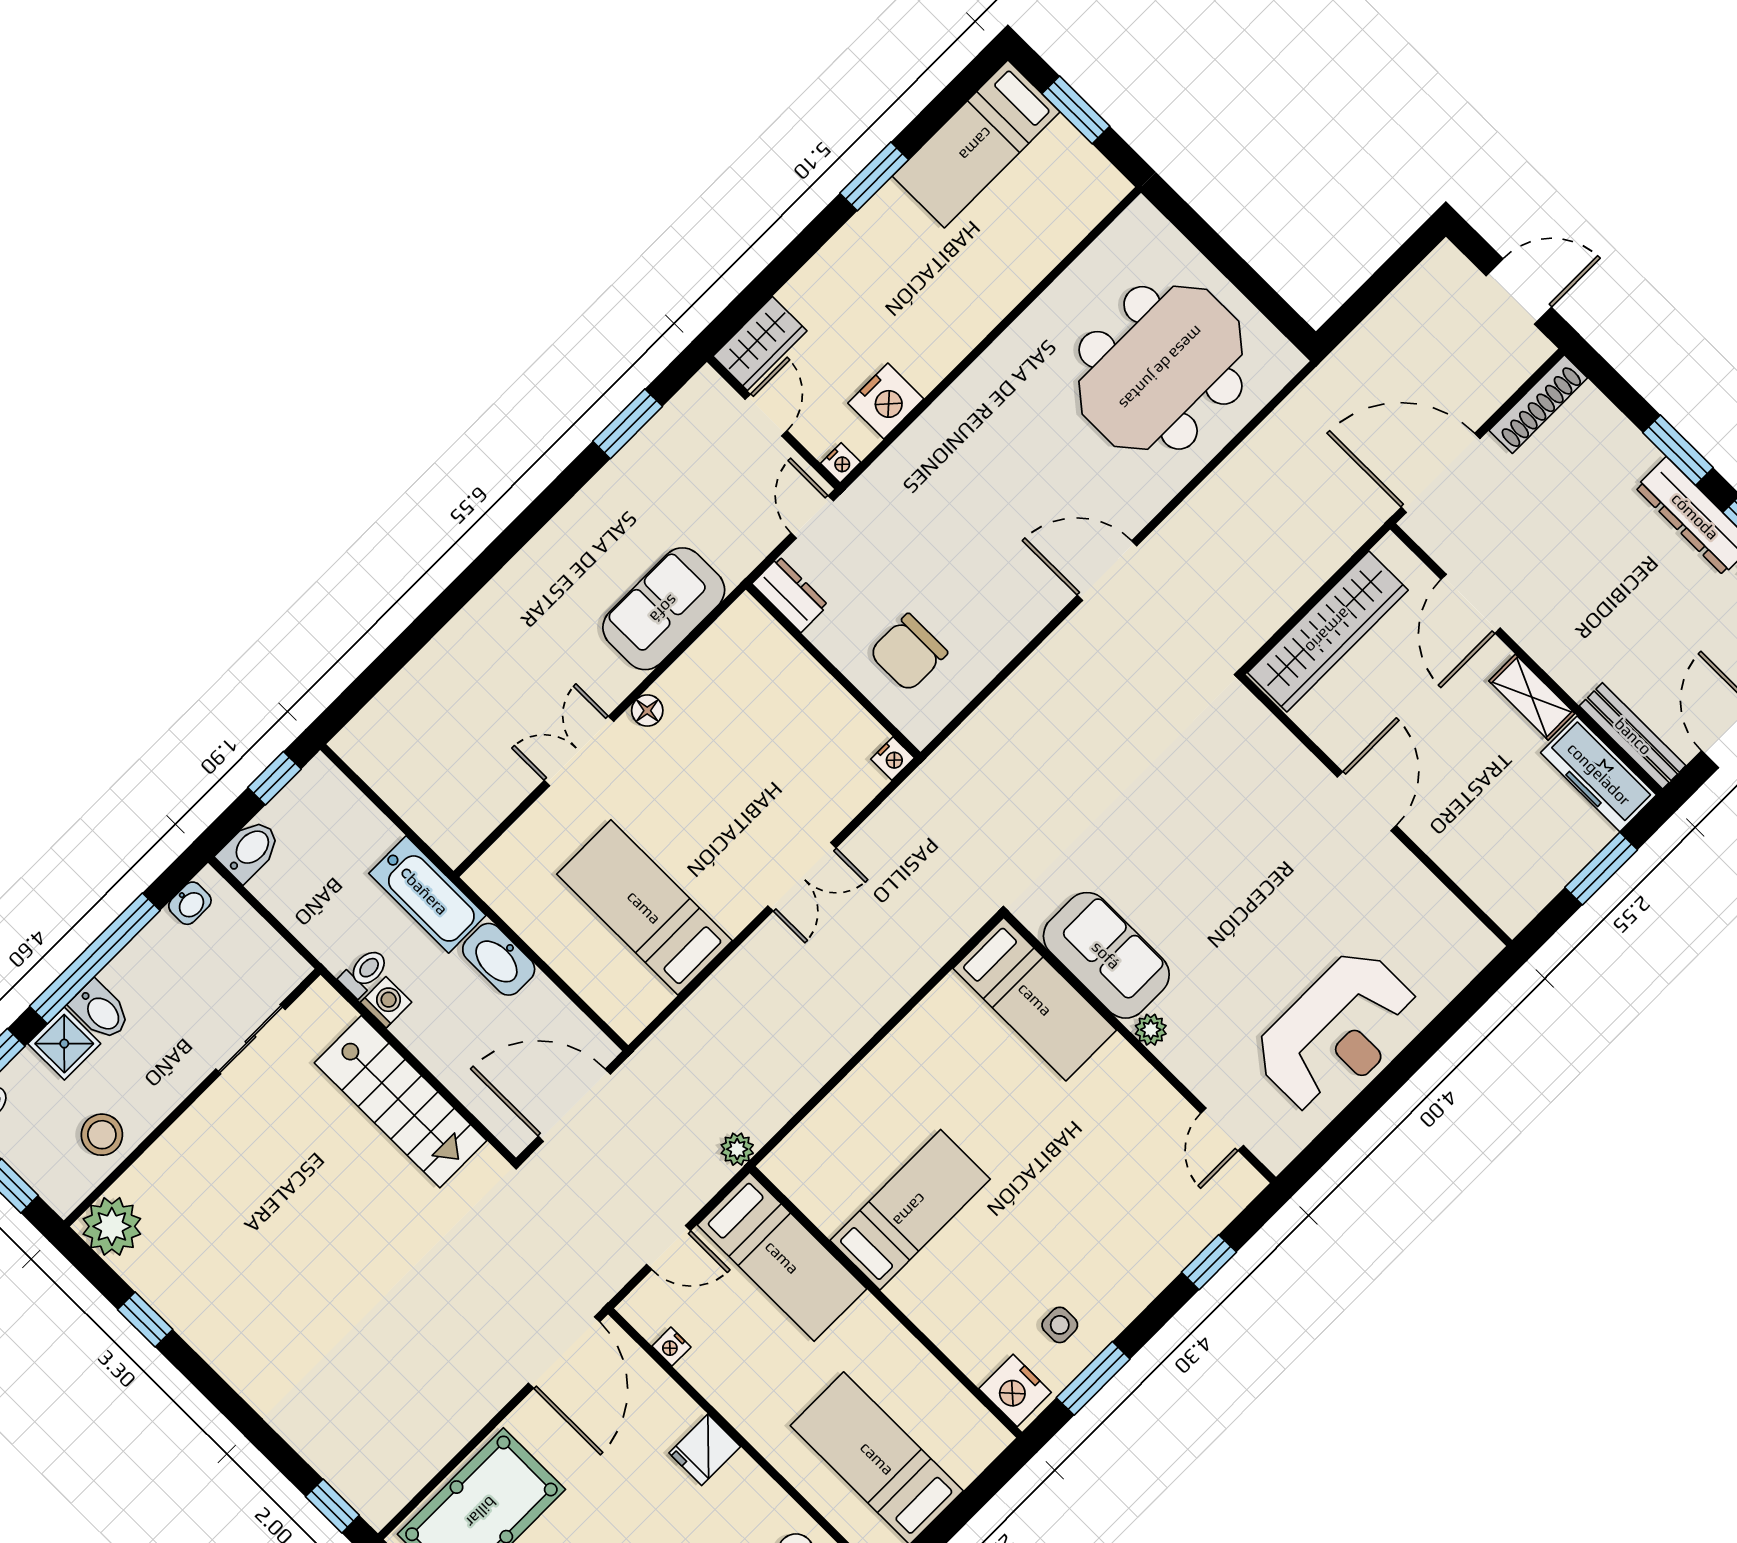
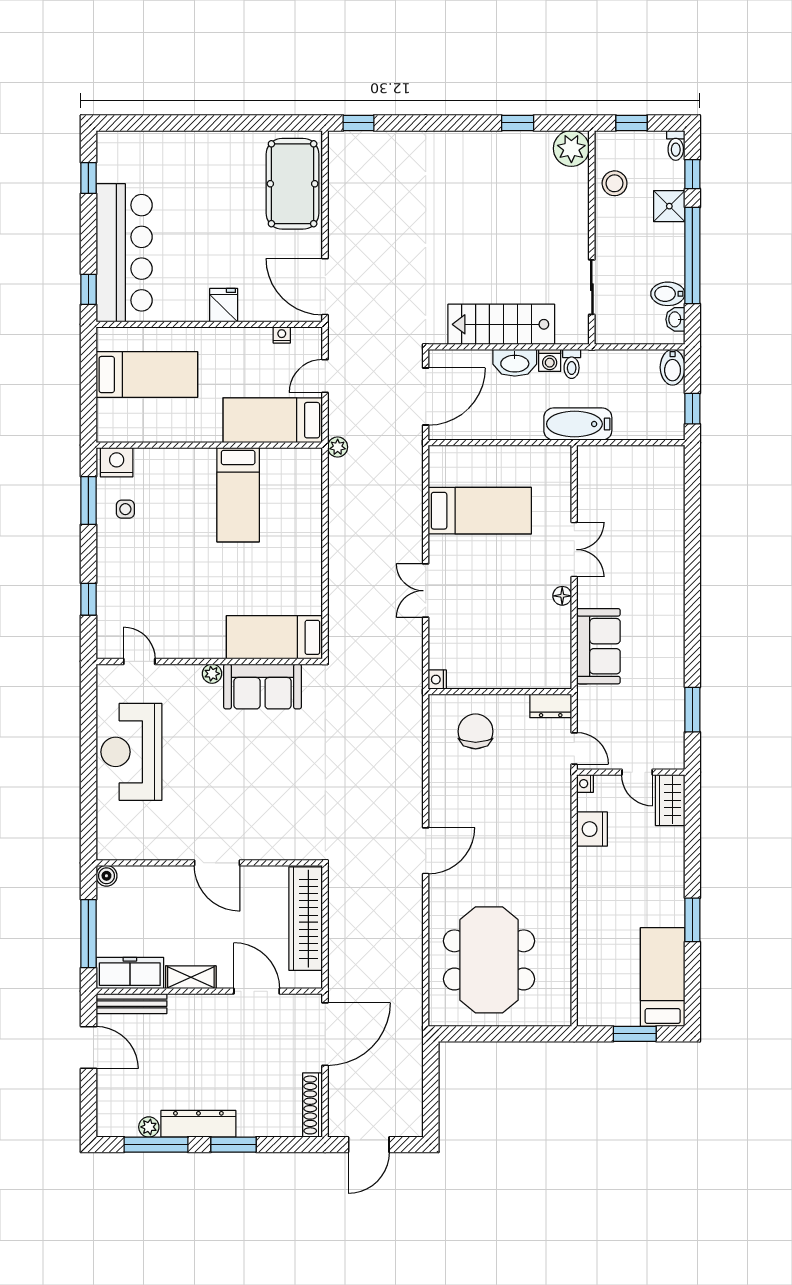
window: (1601, 869) -> (88, 934), width x1.44
boiler: (1512, 916) -> (106, 876), added
washbasin: (499, 959) -> (515, 363), moved, turned 180
bidet: (100, 1011) -> (668, 294), moved

